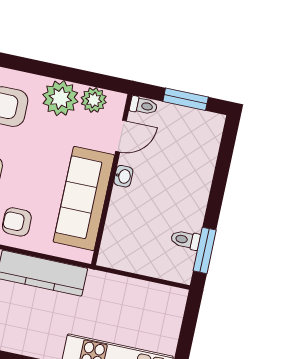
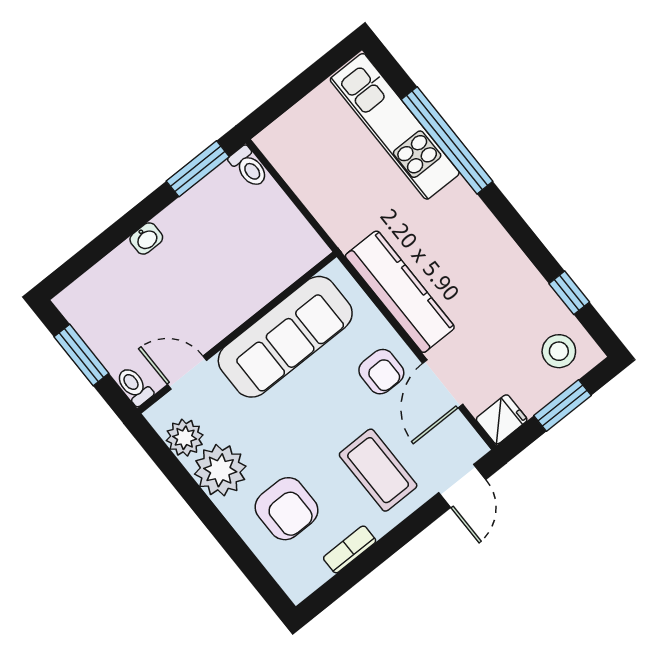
washbasin: (123, 176) -> (146, 238), moved, turned 180
toilet: (185, 240) -> (249, 167), moved

